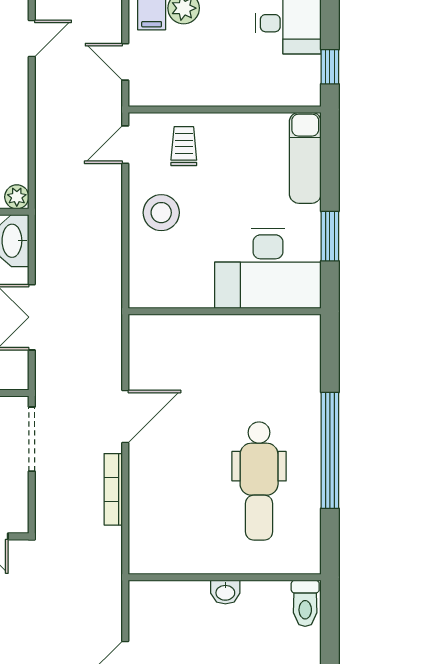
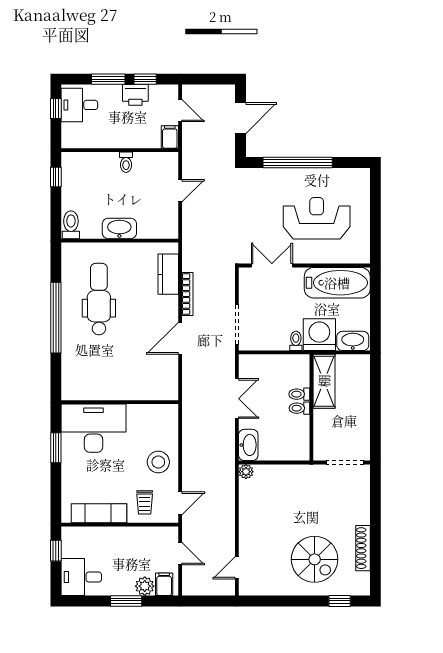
exam couch: (305, 158) -> (99, 513), moved, turned -90
kitchen counter: (145, 522) -> (168, 274), added
washbasin: (225, 592) -> (119, 228), width x1.91, depth x1.45

